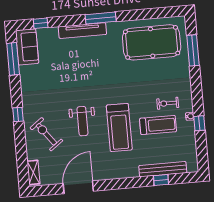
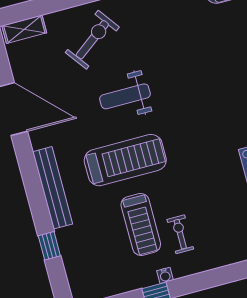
treadmill: (119, 127) -> (125, 160), turned 180
bench: (163, 169) -> (53, 188), moved

